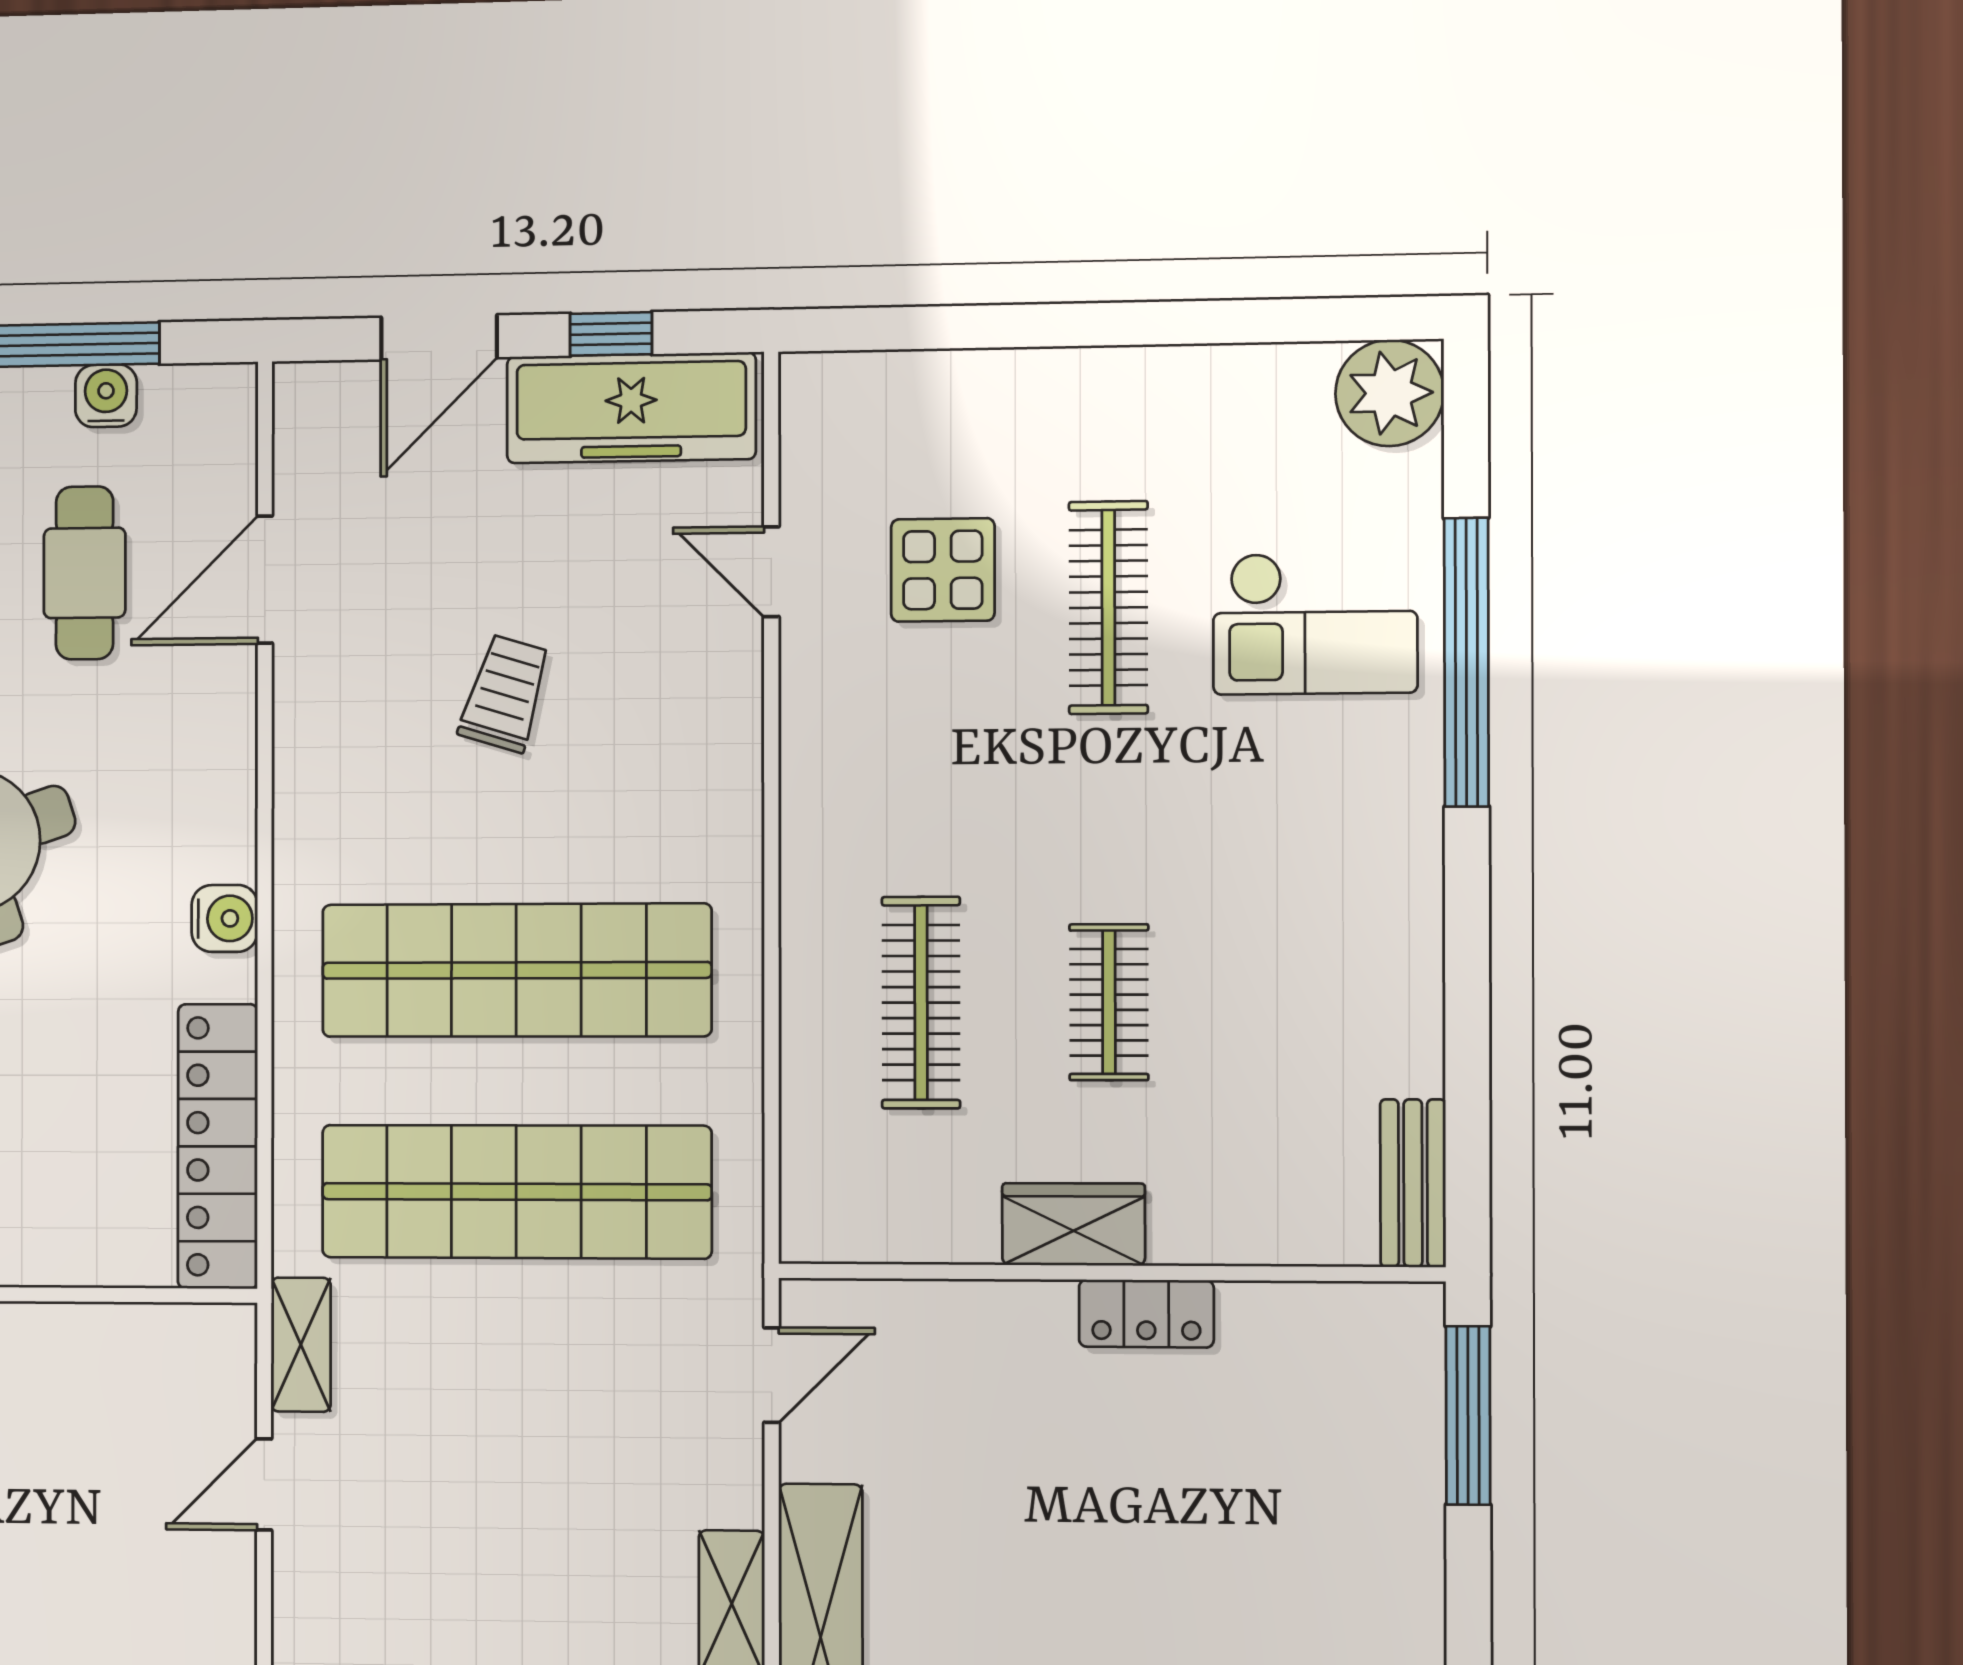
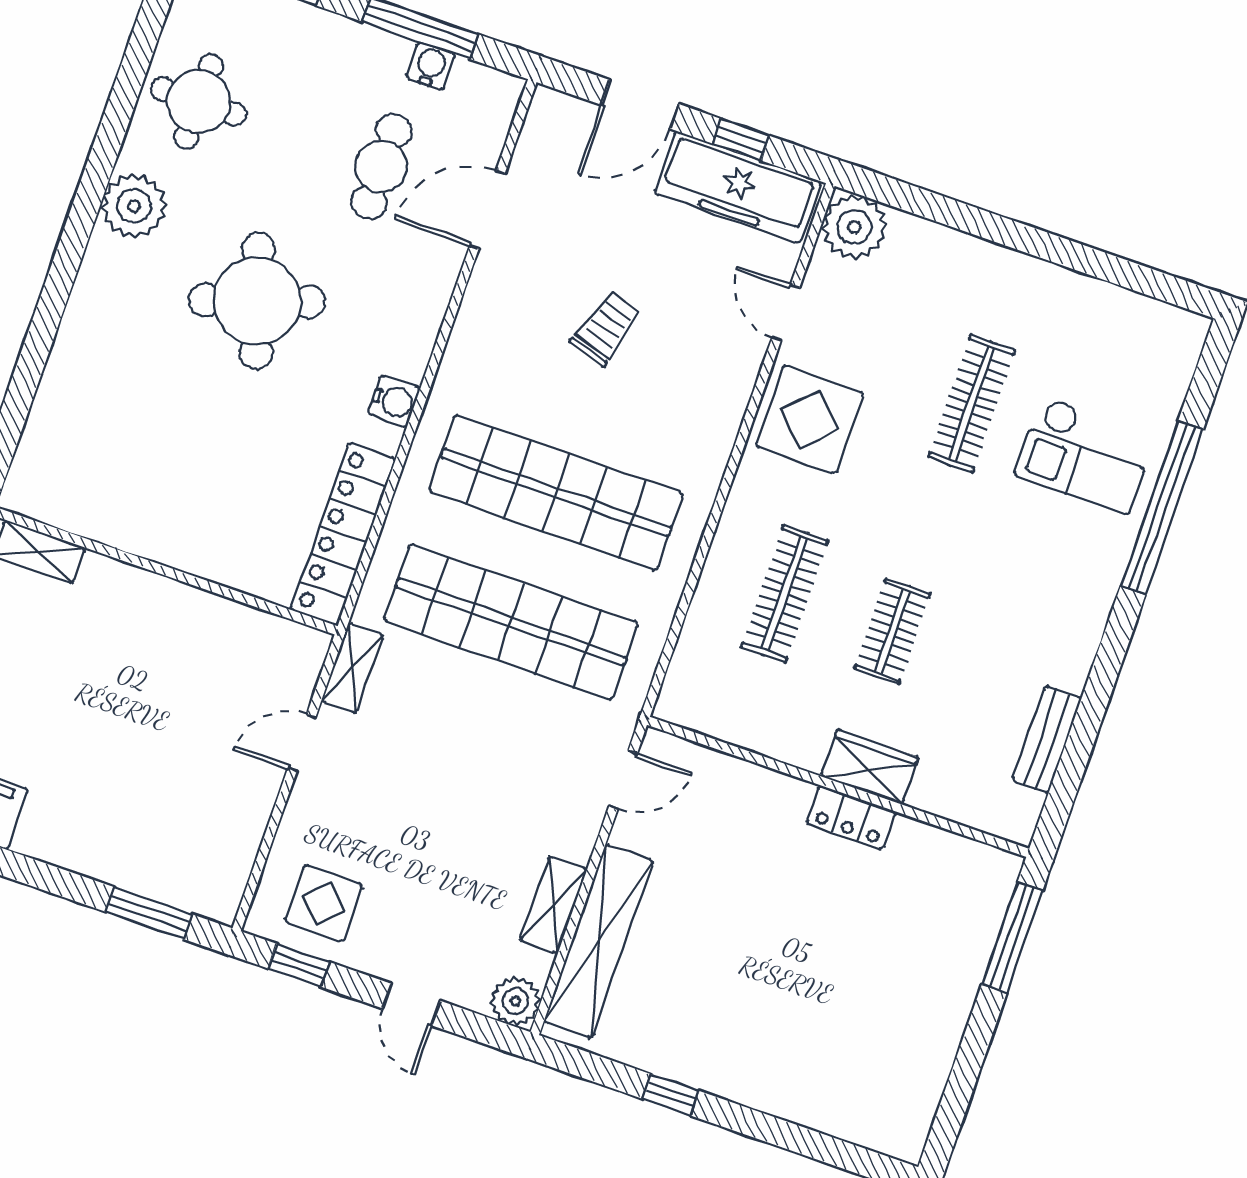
plant: (1390, 393) -> (854, 227), moved
display table: (943, 570) -> (810, 419), moved, width x1.36, depth x1.36
bench: (1413, 1183) -> (1047, 739), moved
wardrobe: (1074, 1224) -> (870, 767), moved

